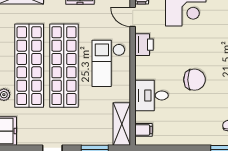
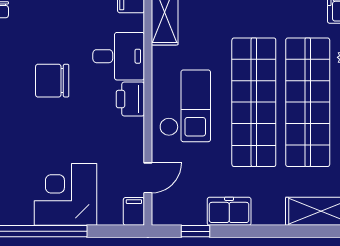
door: (133, 17) -> (148, 178), hinge flipped
printer: (144, 45) -> (130, 99), moved

